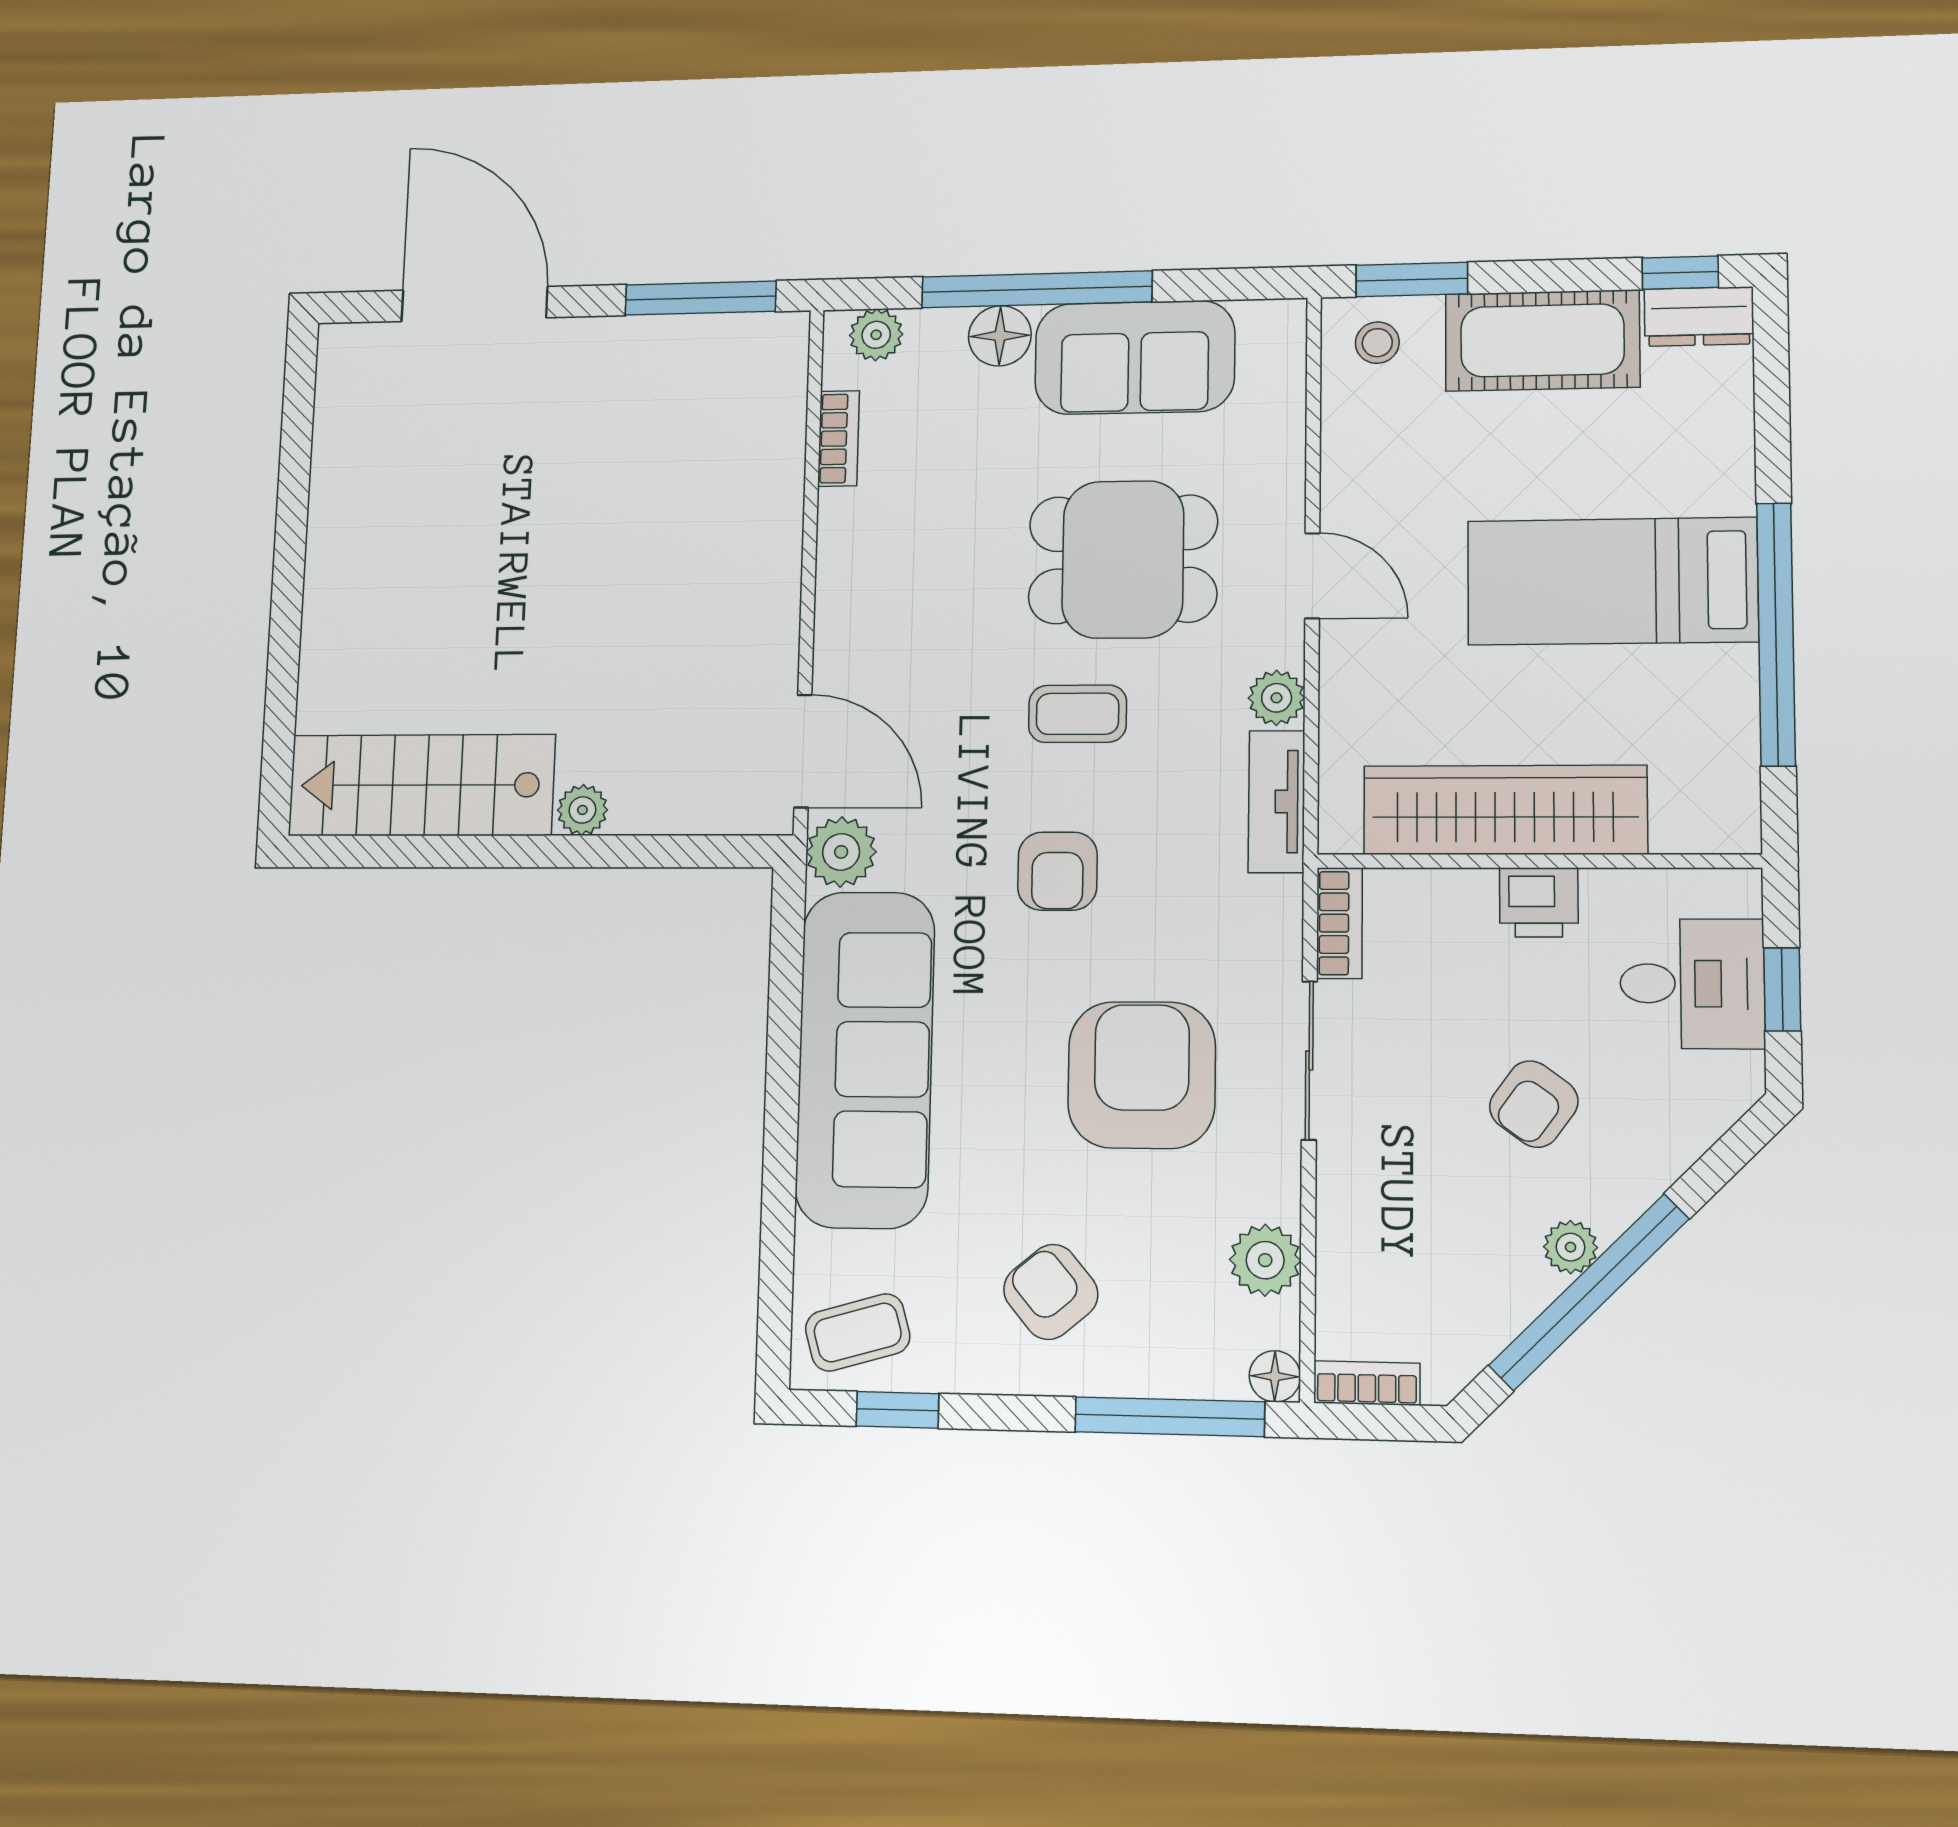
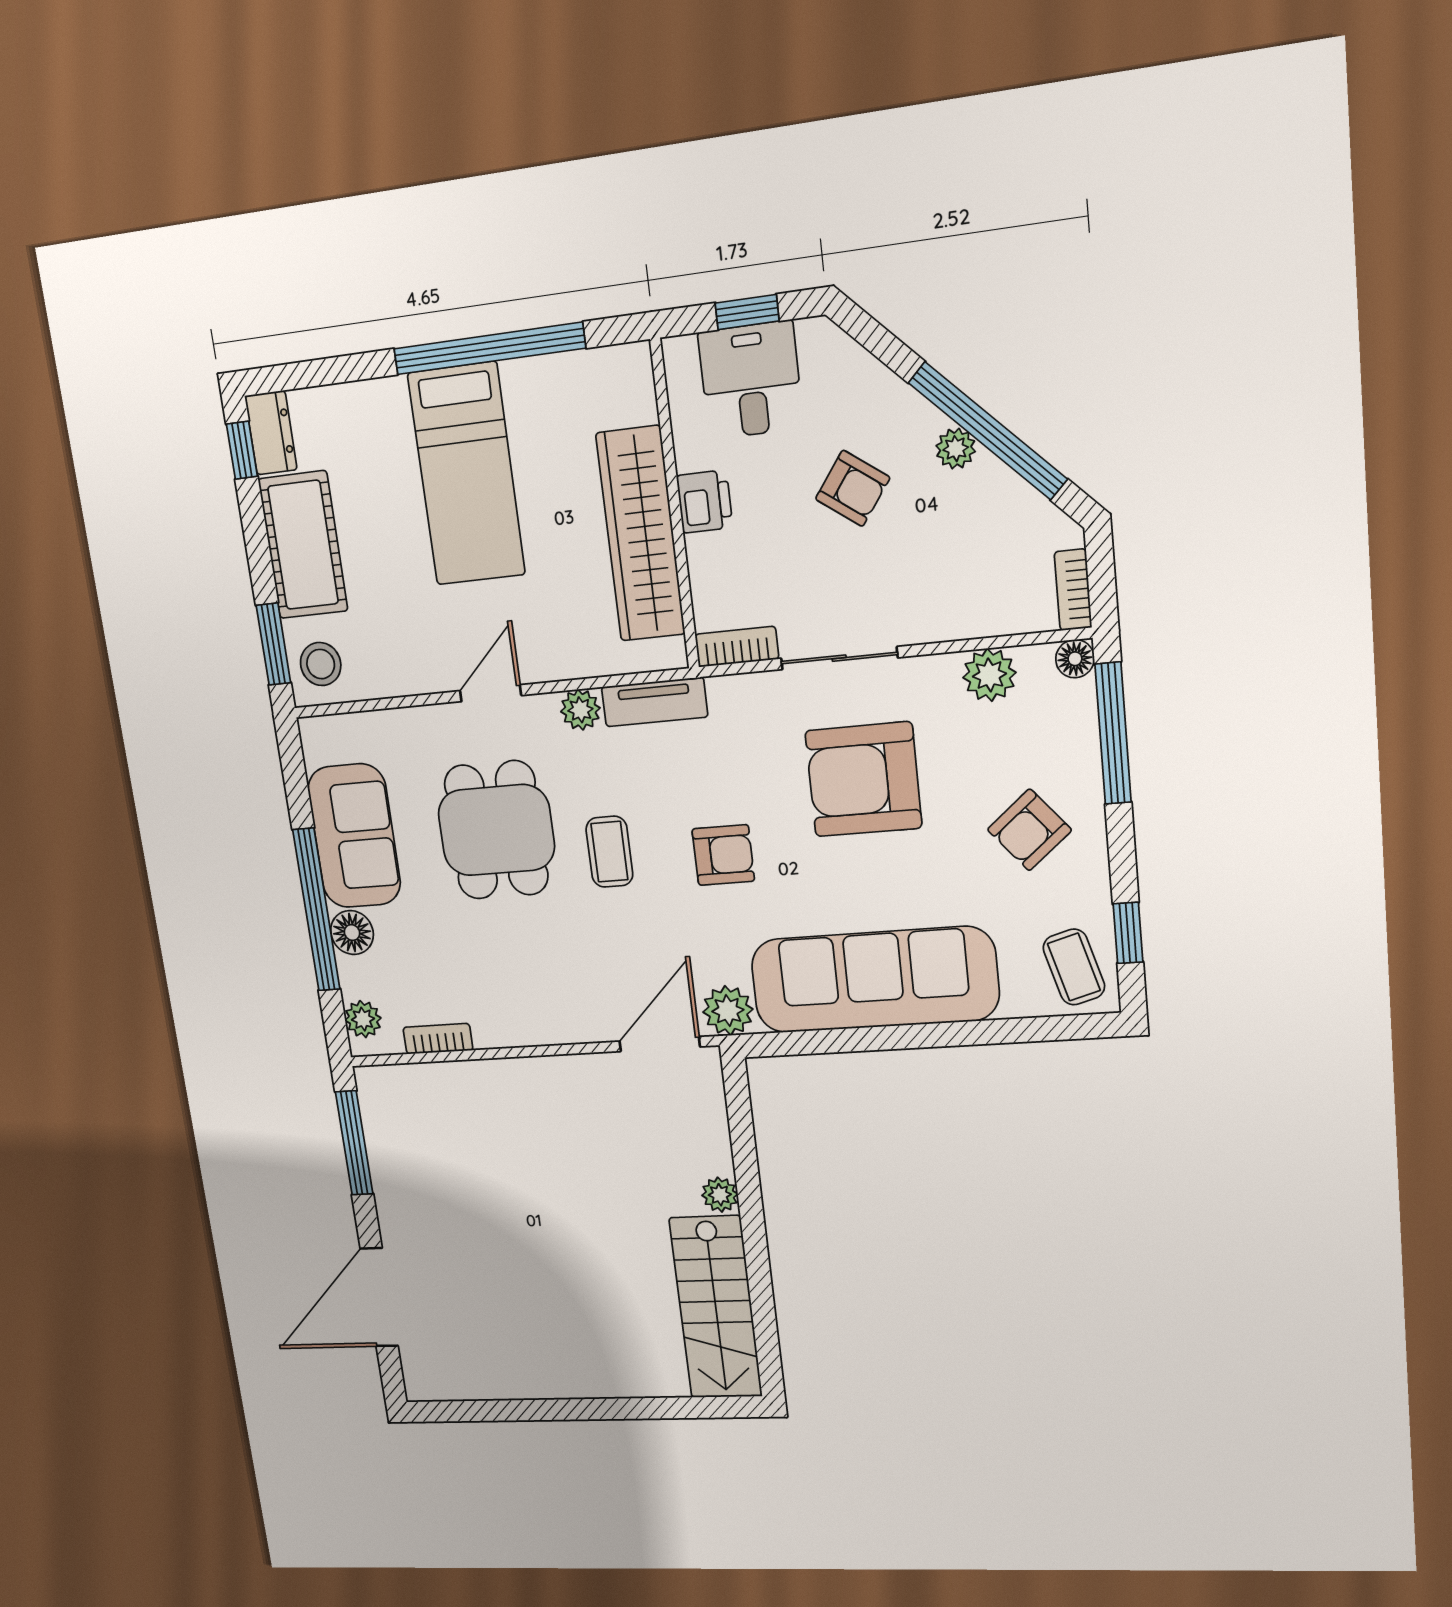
stool: (1377, 343) -> (321, 664), width x1.37, depth x1.37

